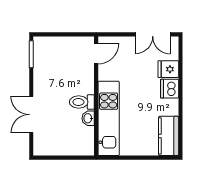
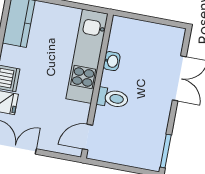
toilet: (82, 102) -> (112, 98), moved

